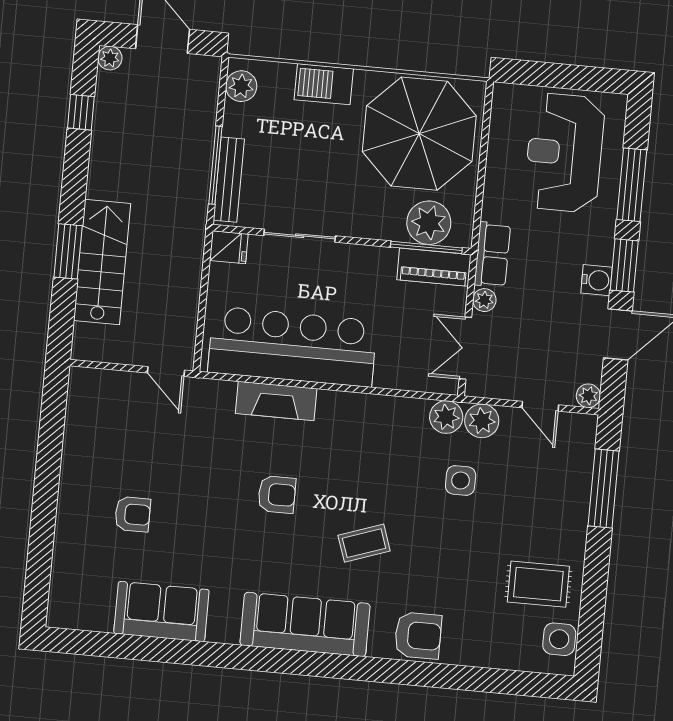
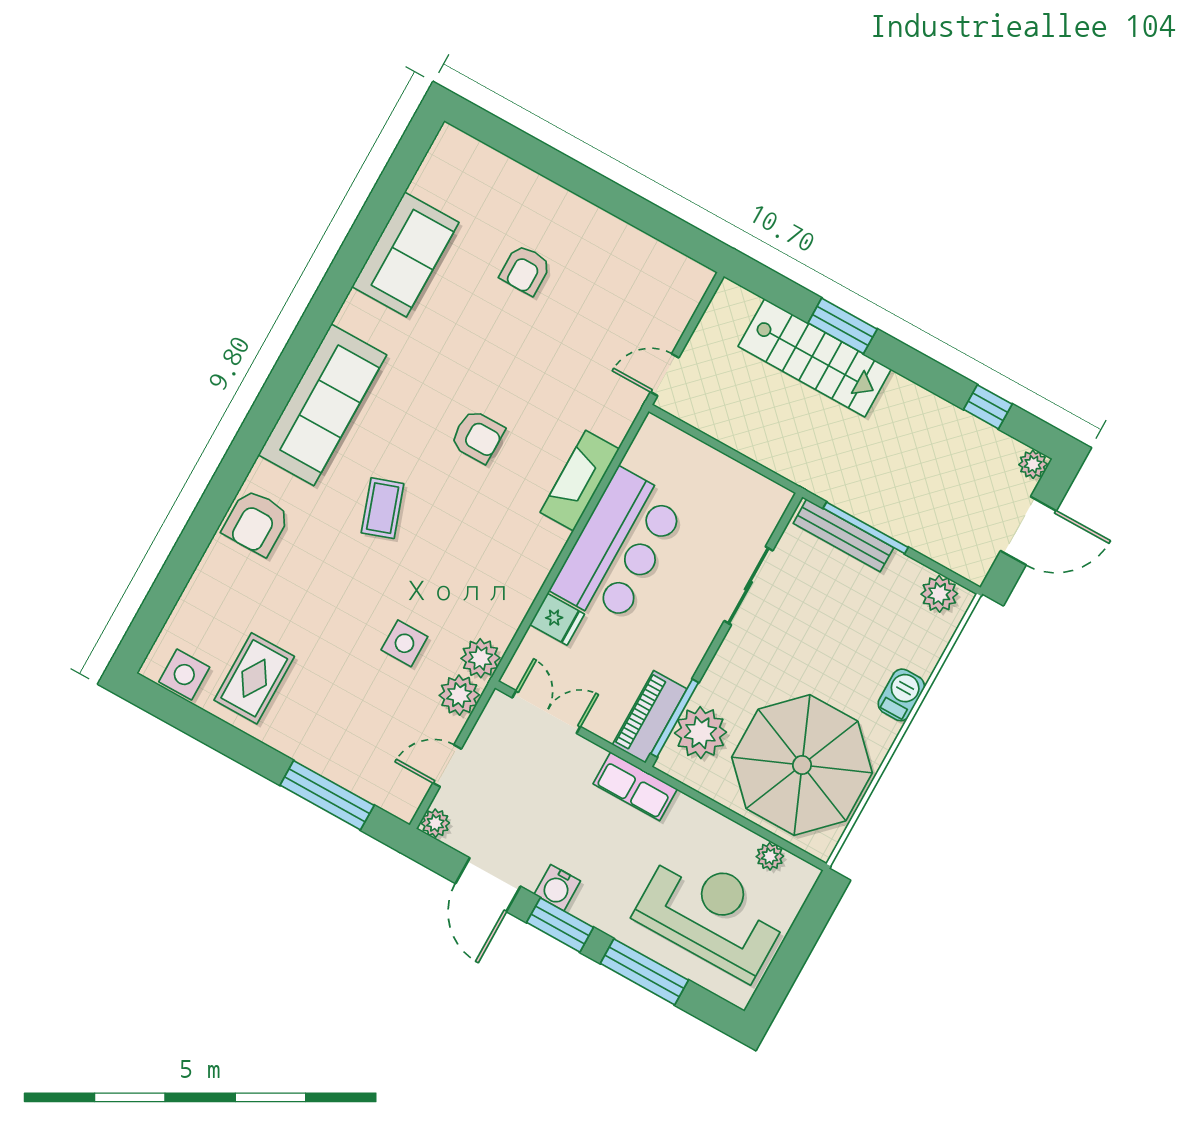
barbecue: (324, 84) -> (901, 695), width x0.73, depth x0.79
fridge: (229, 247) -> (557, 619), moved, turned -90
plant: (484, 300) -> (770, 856), moved
bar counter: (292, 347) -> (618, 547), width x0.73
armchair: (277, 494) -> (477, 436), turned -90

